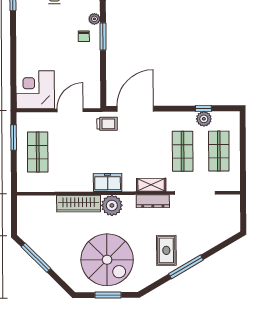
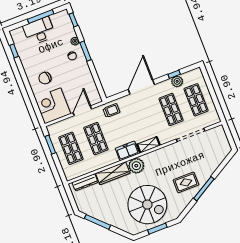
chair: (39, 51) -> (45, 78), added
door: (135, 109) -> (141, 87), moved
shop shelf: (74, 152) -> (96, 139), added
shelving: (151, 185) -> (149, 145), moved
dresser: (153, 201) -> (85, 182), moved
rug: (166, 250) -> (186, 182), turned 90

